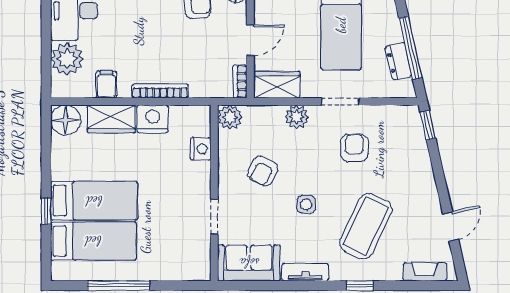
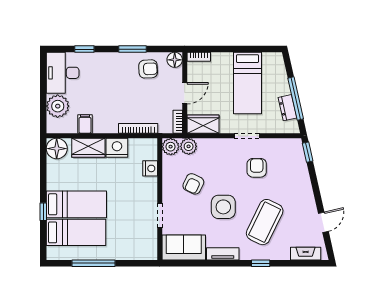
bookcase: (160, 91) -> (138, 128), moved
plant: (297, 117) -> (189, 146), moved
side table: (306, 204) -> (223, 207), width x1.87, depth x1.87

